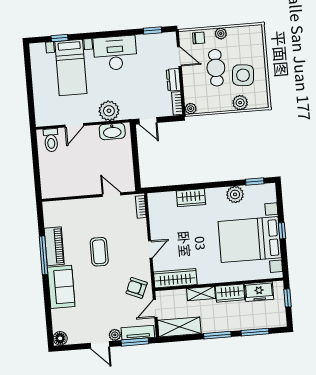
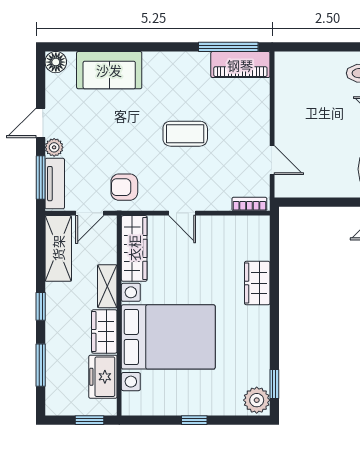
plant: (235, 194) -> (257, 400), moved
door: (112, 195) -> (272, 160), hinge flipped
bed with nightstands: (250, 240) -> (168, 337), moved, turned 90
piano: (54, 246) -> (240, 65), moved
window: (43, 255) -> (228, 47), moved
sofa: (61, 287) -> (109, 70), moved
armchair: (137, 288) -> (124, 187), turned -113
door: (155, 309) -> (90, 213), swing flipped
window: (217, 335) -> (41, 306), width x0.67

